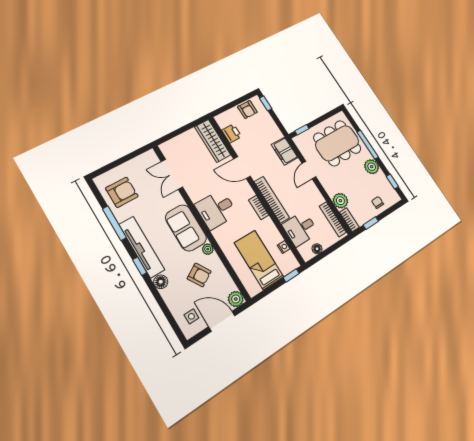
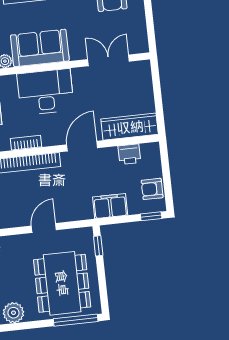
window: (368, 145) -> (76, 320), moved
filing cabinet: (285, 151) -> (110, 206), moved
door: (309, 170) -> (44, 228), hinge flipped
desk: (216, 209) -> (46, 92), width x1.37

